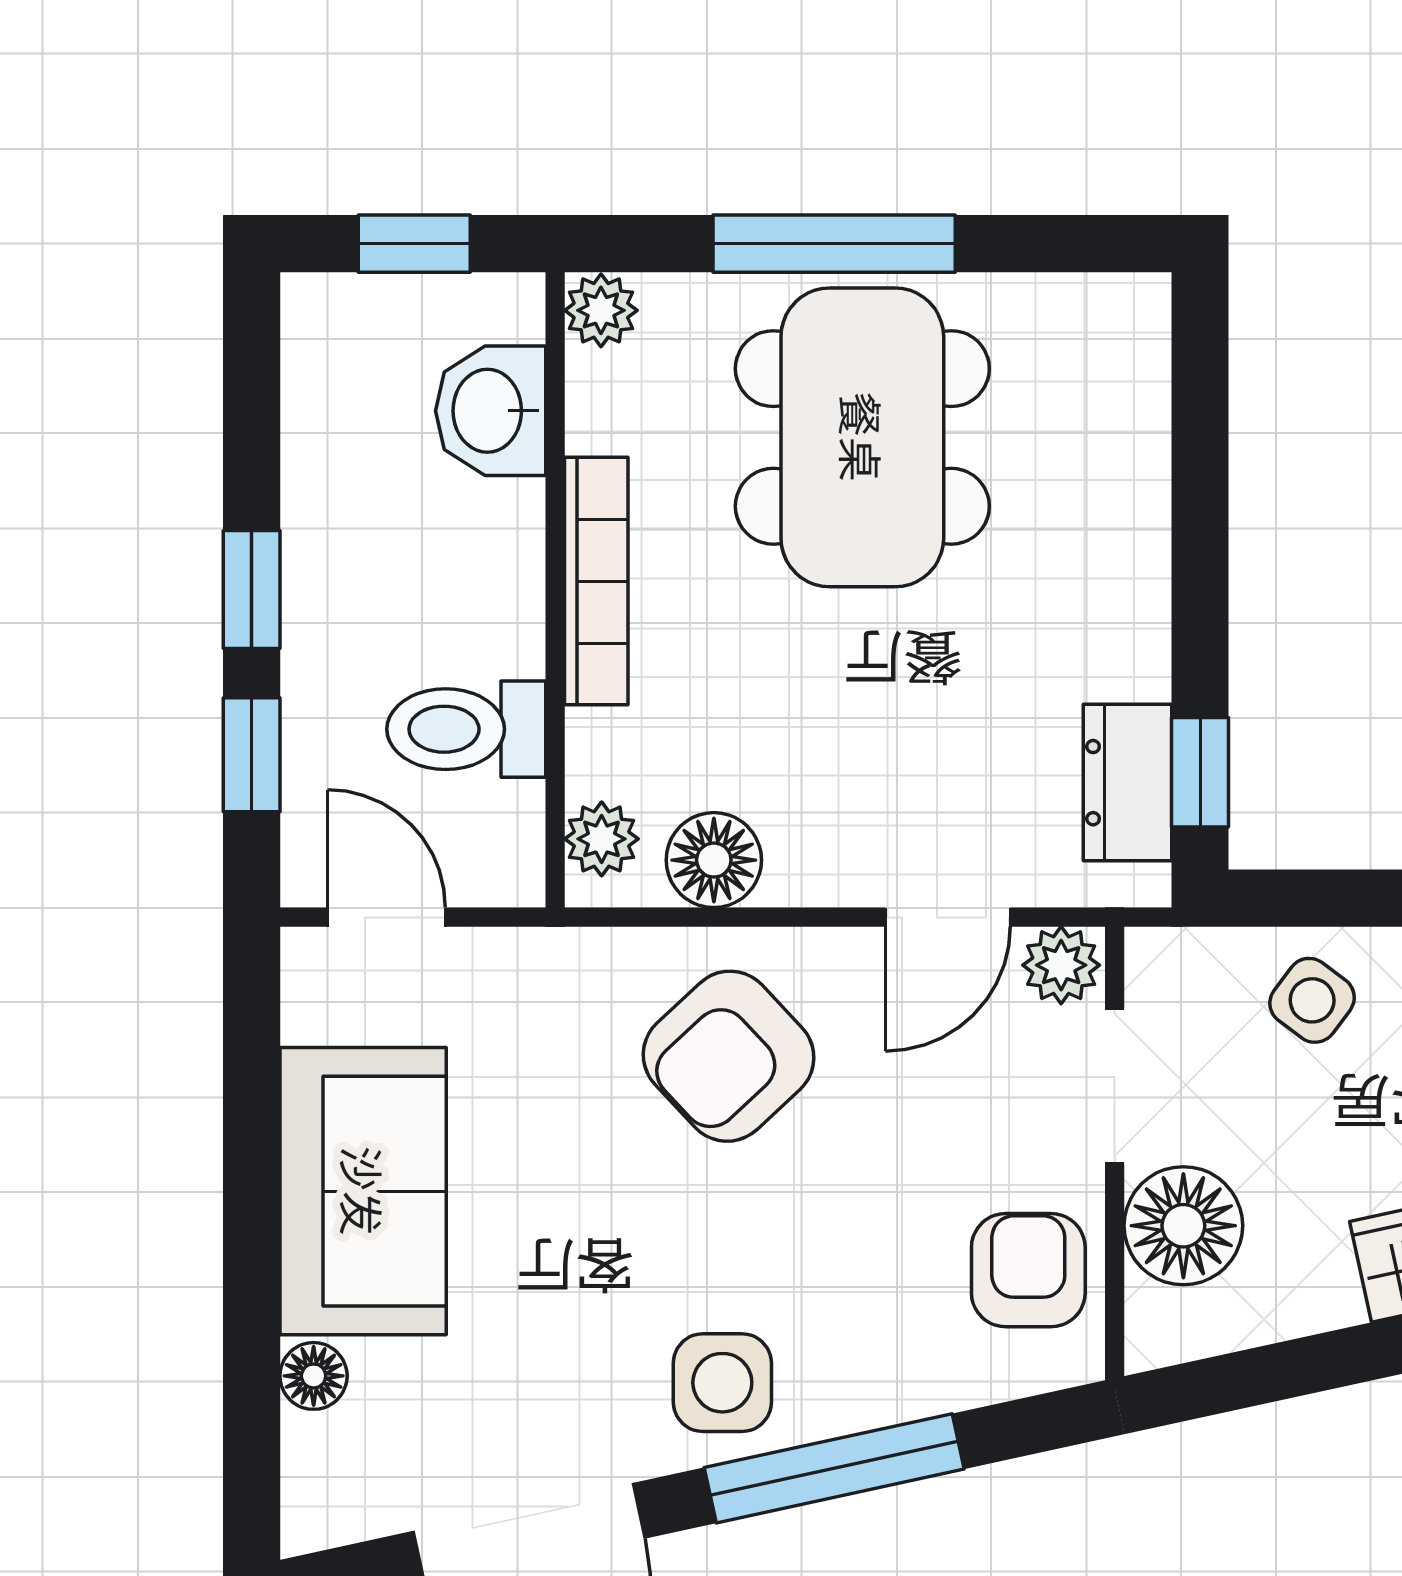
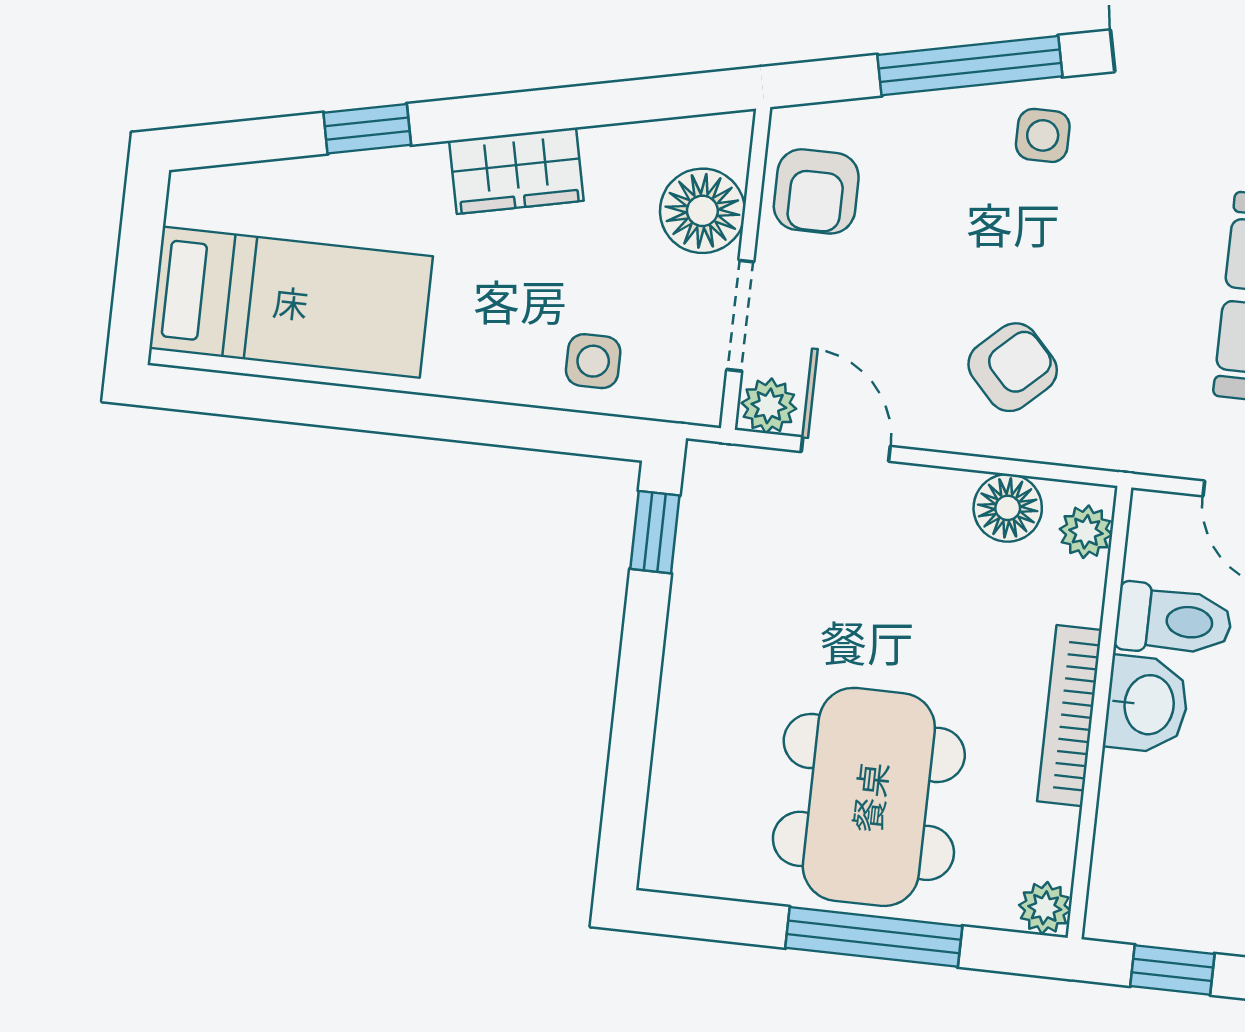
washbasin: (491, 411) -> (1147, 704), moved
dresser: (1127, 783) -> (707, 531), removed
door: (948, 917) -> (846, 449), hinge flipped
side table: (1312, 1000) -> (593, 361), turned -37
armchair: (729, 1056) -> (1013, 367), width x0.72, depth x0.72
side table: (722, 1383) -> (1043, 135), width x0.73, depth x0.73

